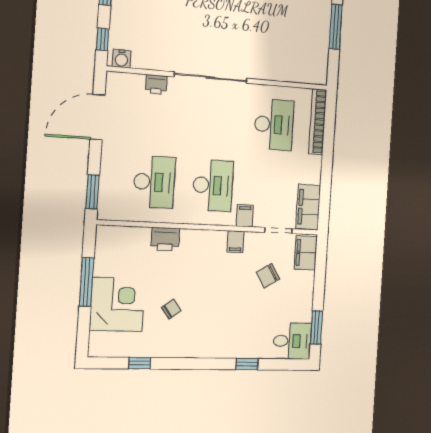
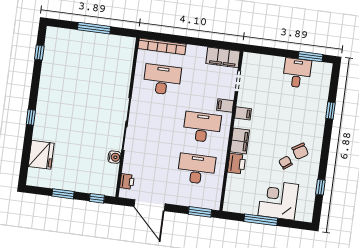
water cooler: (122, 59) -> (114, 157), moved
printer: (156, 85) -> (127, 181), moved
filing cabinet: (306, 253) -> (240, 141), moved, turned -90
chair: (268, 276) -> (300, 151), moved
desk: (292, 341) -> (297, 73), moved

